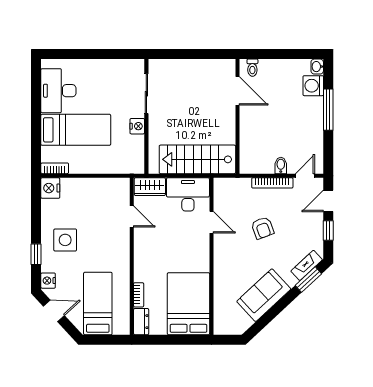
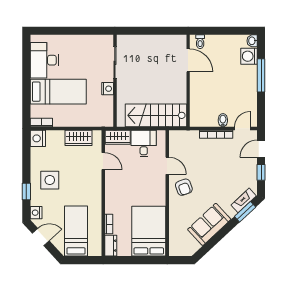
wardrobe: (101, 187) -> (78, 138), added
desk: (188, 194) -> (144, 143), width x0.73
armchair: (263, 228) -> (184, 187), moved

